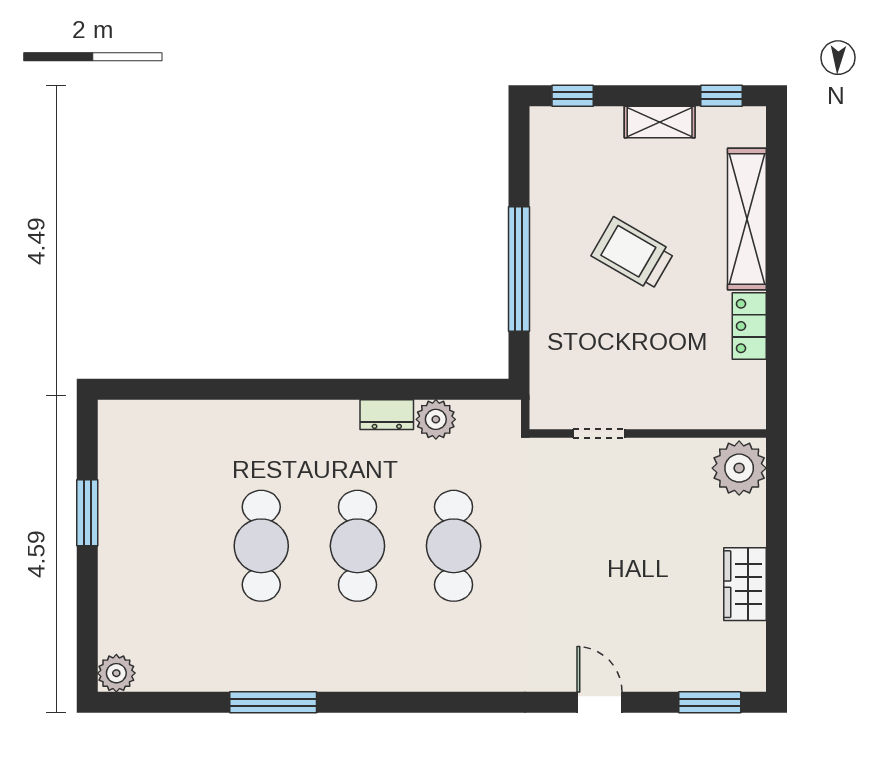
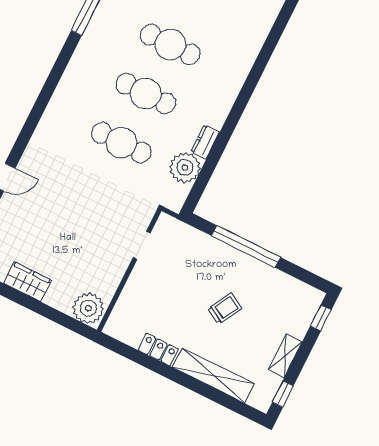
trolley: (633, 254) -> (225, 308), width x0.73, depth x0.72
plant: (436, 419) -> (185, 168), width x1.36, depth x1.36

